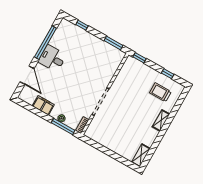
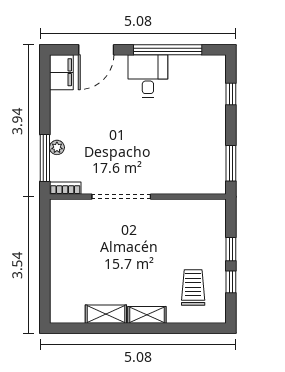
window: (140, 58) -> (231, 249), moved
filing cabinet: (43, 105) -> (61, 72), moved
shelving: (141, 155) -> (106, 314), moved

